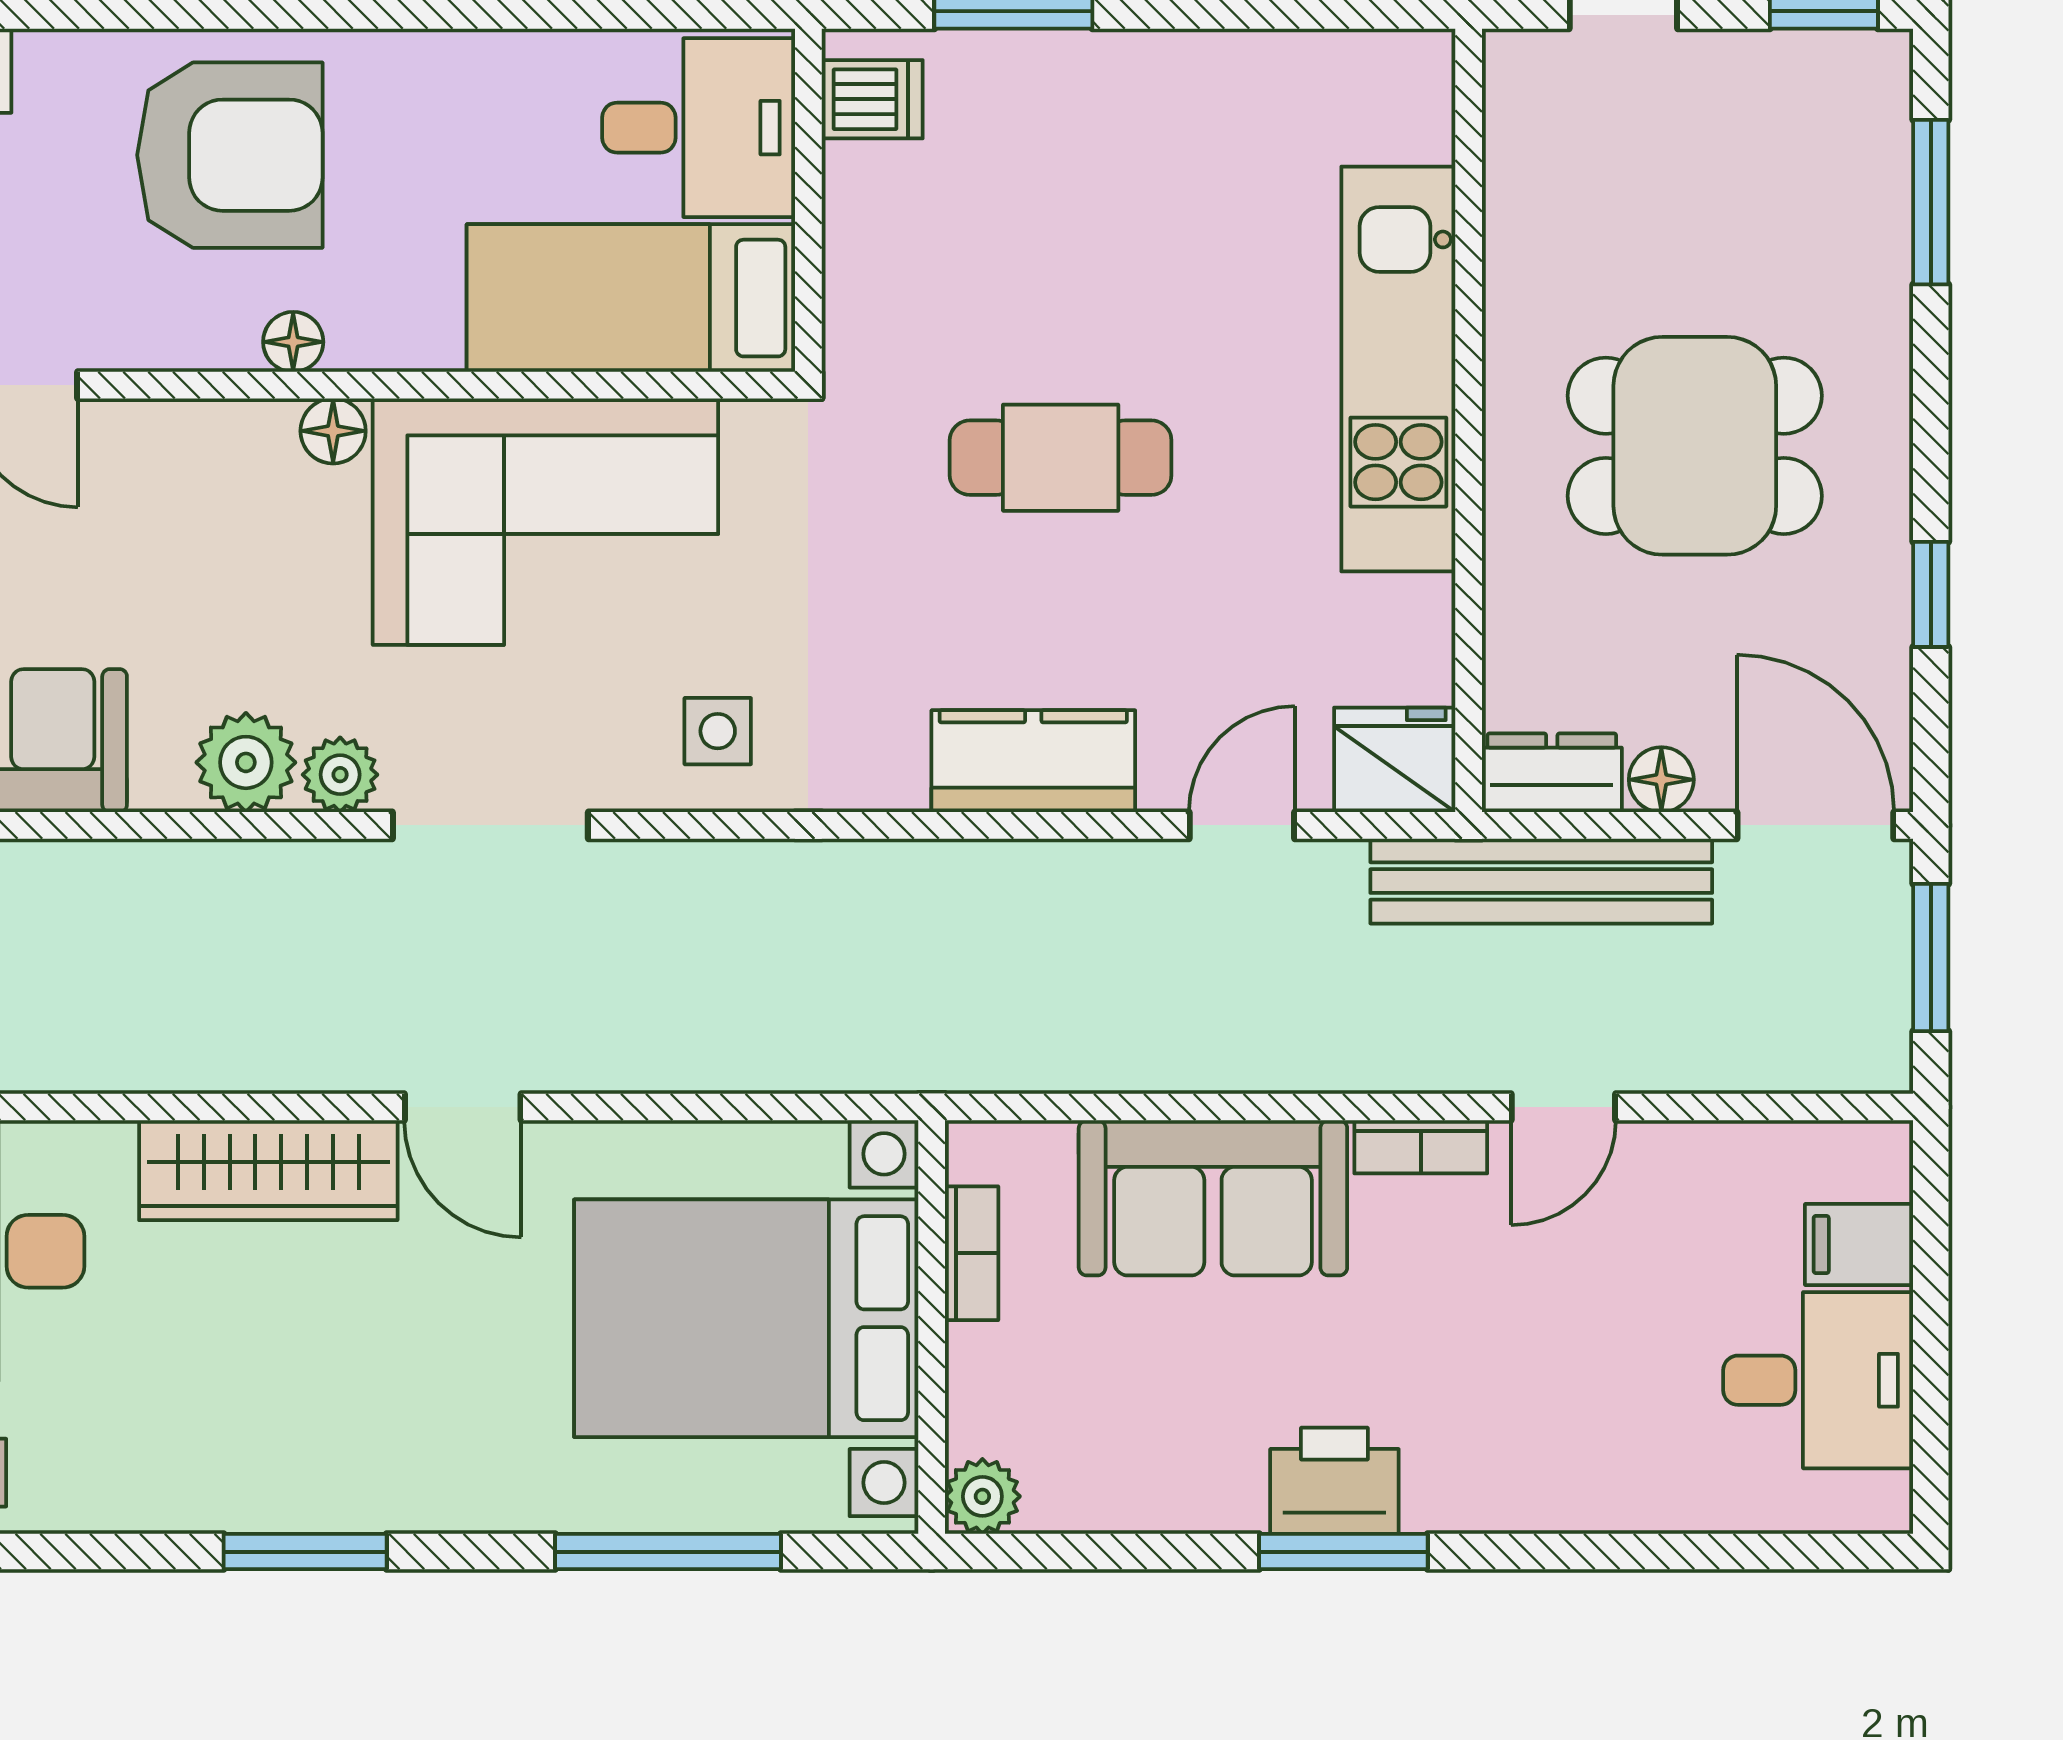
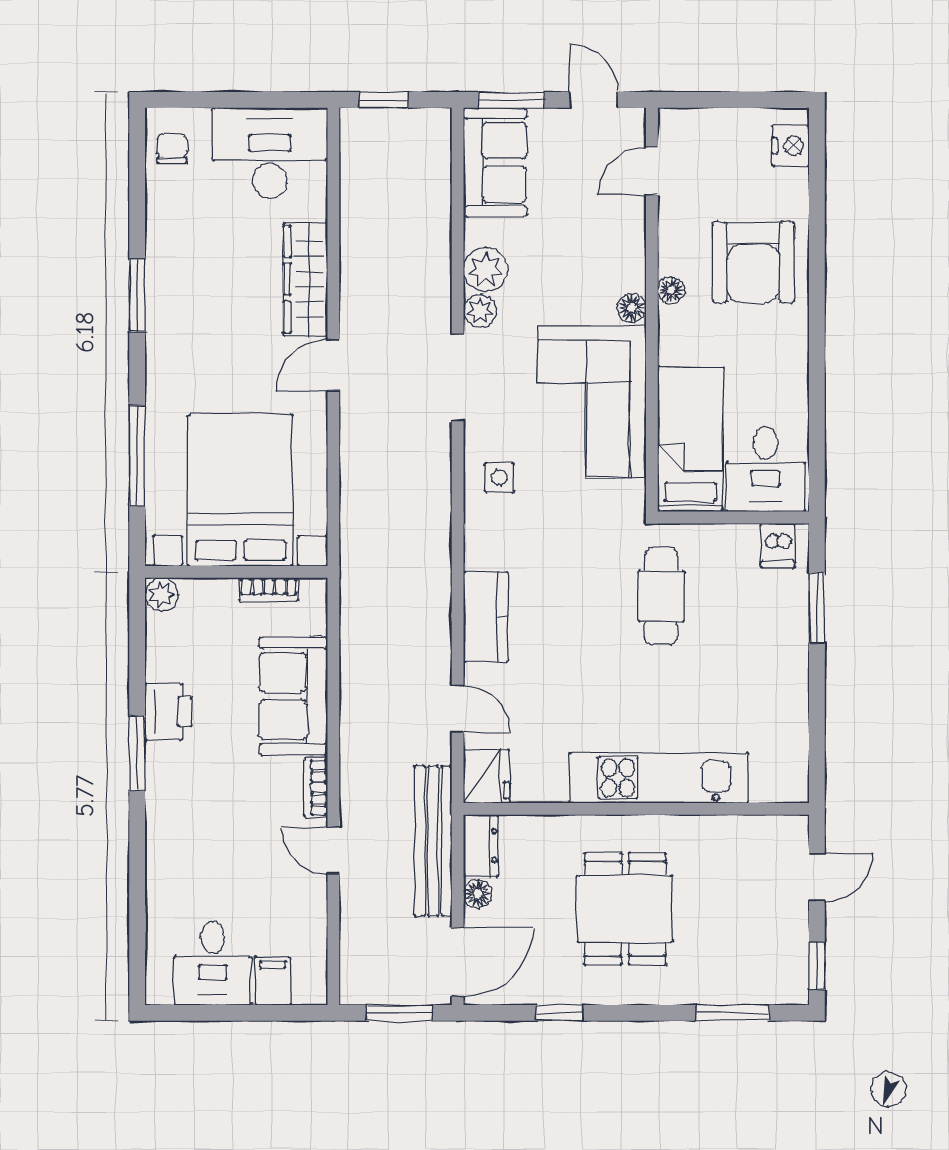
cafe table: (1061, 458) -> (661, 596), moved
printer: (1334, 1481) -> (168, 712), moved

